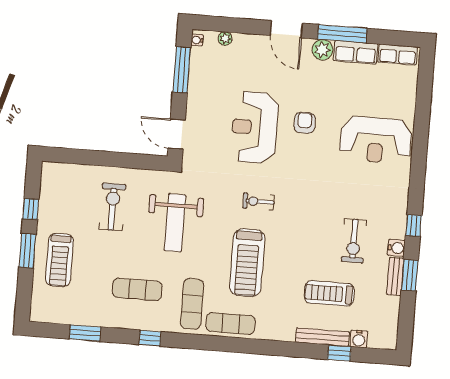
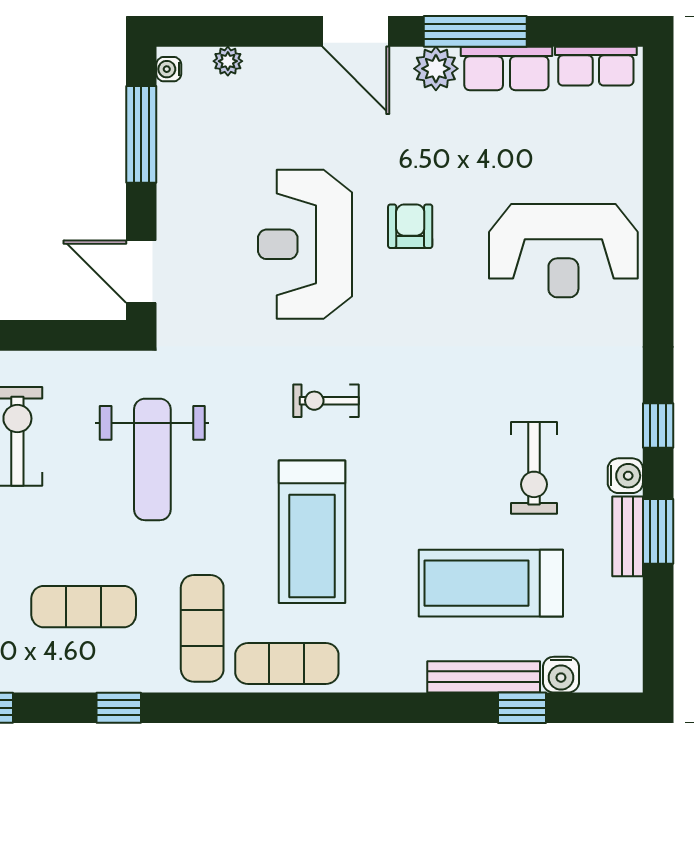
treadmill: (329, 293) -> (491, 583), width x1.37, depth x1.38

